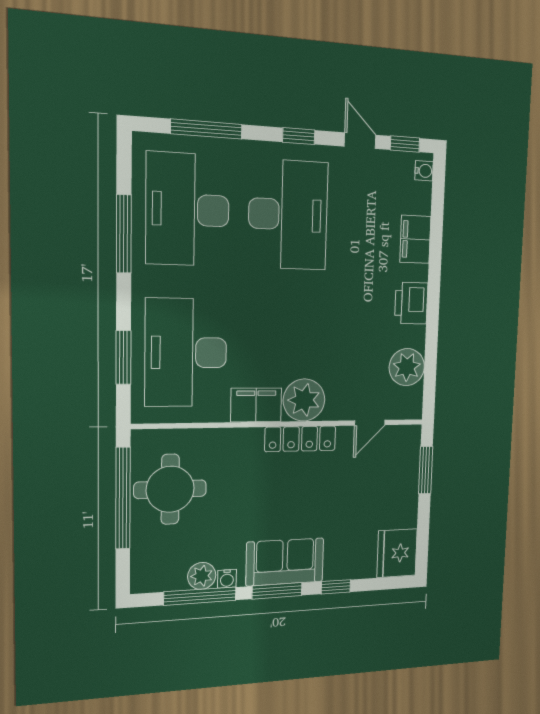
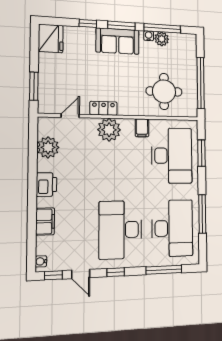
filing cabinet: (256, 405) -> (142, 128), width x0.50
locker: (300, 439) -> (104, 108), width x0.66
round table: (170, 489) -> (164, 91), moved

